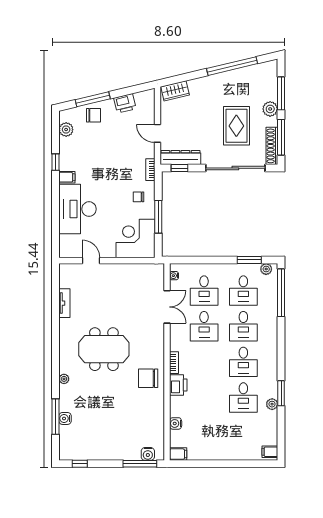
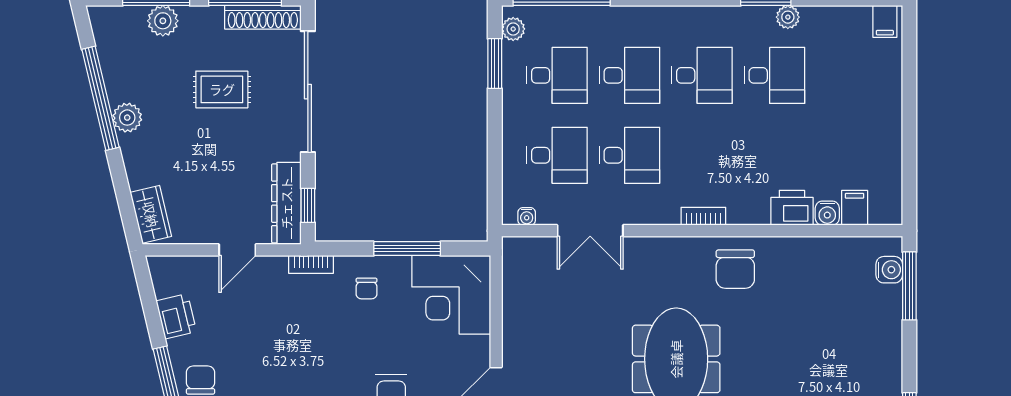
plant: (223, 79) -> (127, 118), added
plant: (270, 109) -> (163, 21), moved
rug: (236, 126) -> (222, 89), width x0.73, depth x0.70
double door: (167, 307) -> (590, 231), swing flipped
printer: (178, 385) -> (792, 208), moved
filing cabinet: (178, 454) -> (855, 208), moved

